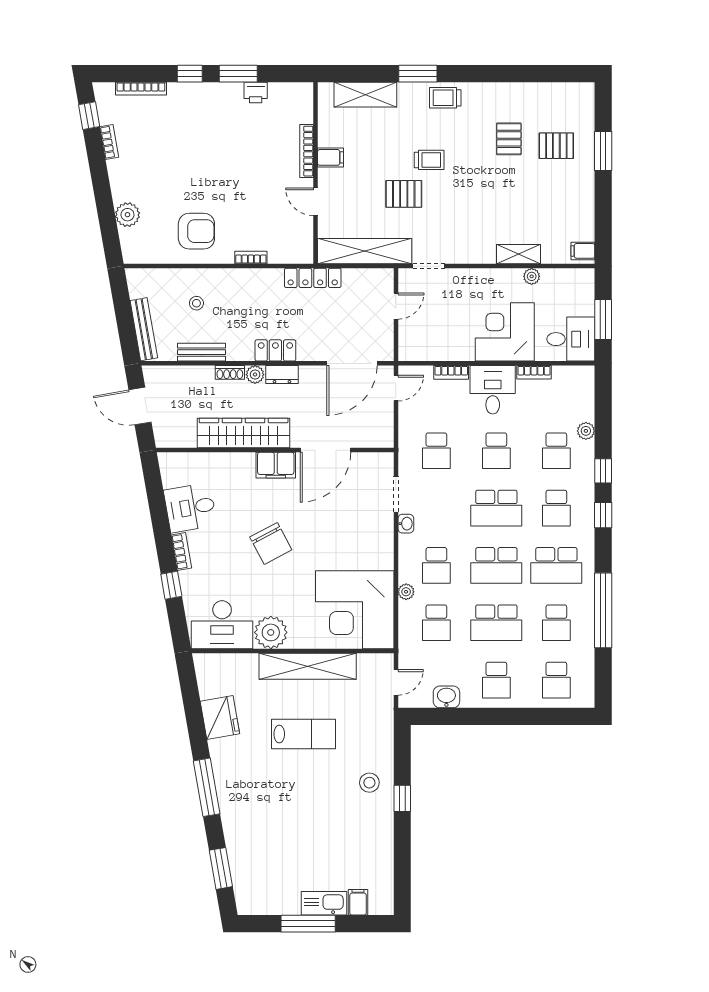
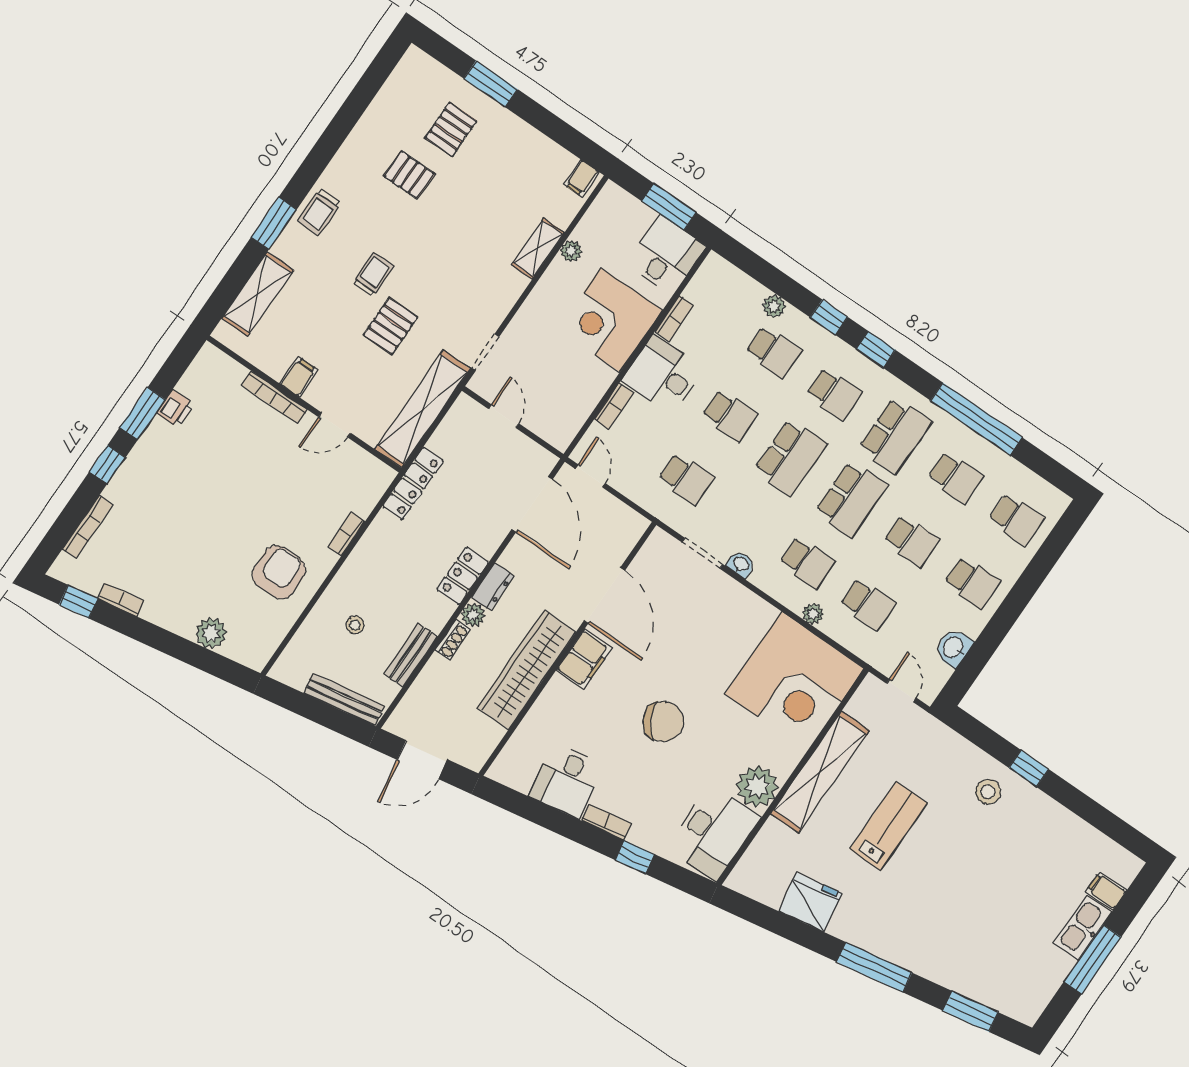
school desk: (496, 623) -> (912, 541), width x0.54

